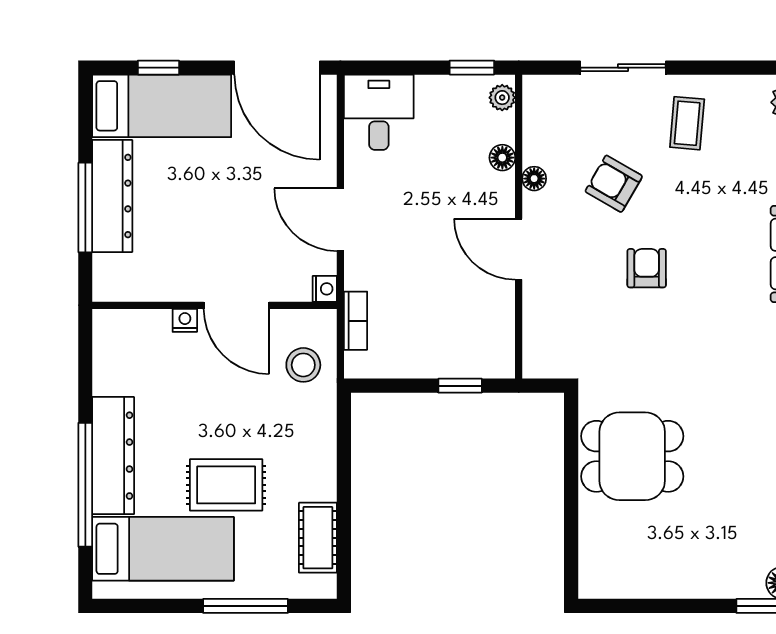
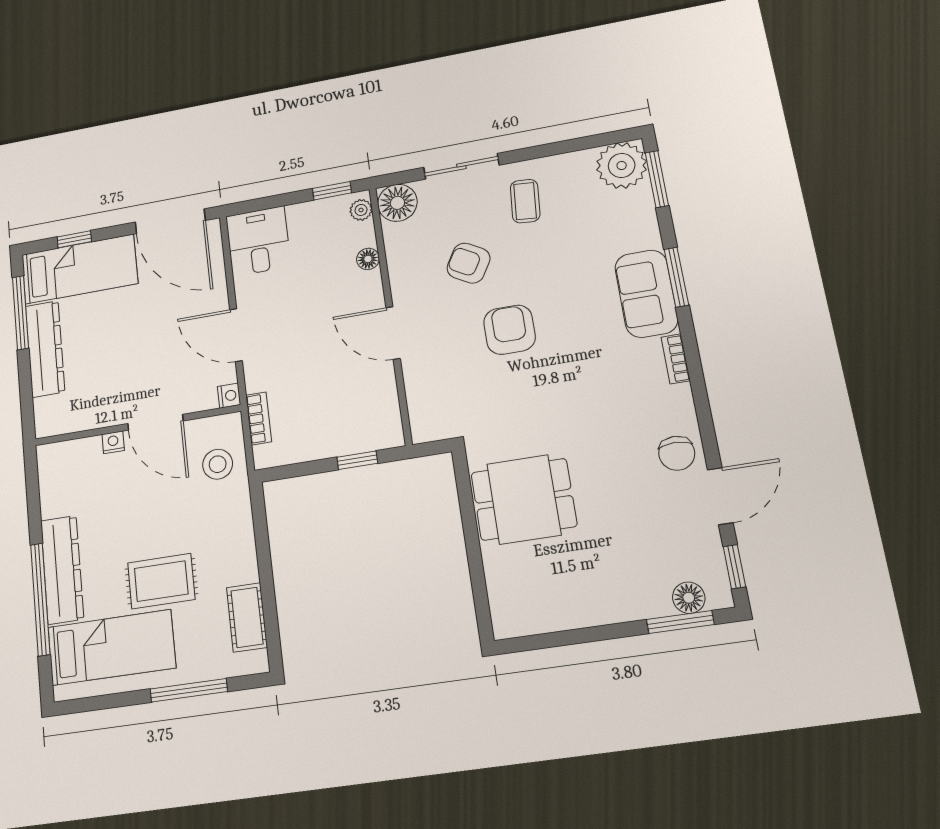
floor lamp: (534, 179) -> (397, 203), moved, width x1.89, depth x1.89
window: (85, 207) -> (20, 313), moved
armchair: (647, 268) -> (509, 330), width x1.38, depth x1.38

